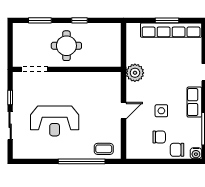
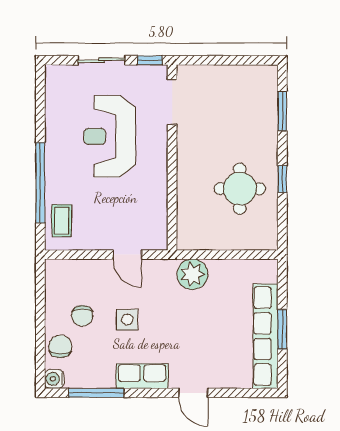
round table: (66, 46) -> (240, 189), moved
doorway: (35, 69) -> (172, 102), moved
wall: (67, 69) -> (172, 157), moved

